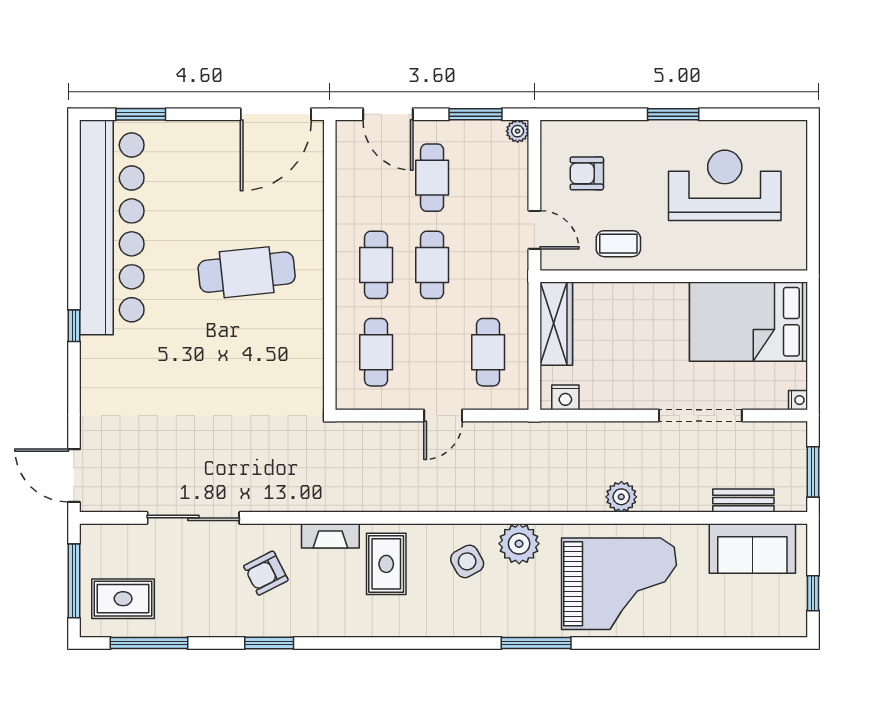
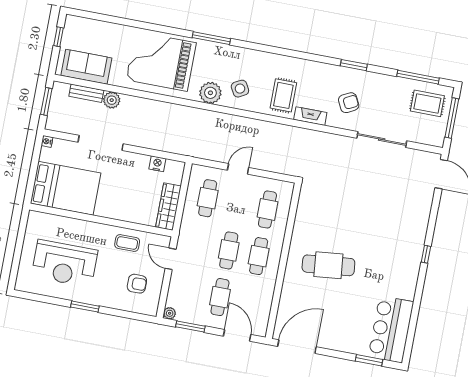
bar counter: (112, 227) -> (391, 329), width x0.54
nightstand: (565, 397) -> (157, 164), moved
plant: (621, 497) -> (112, 100), moved

